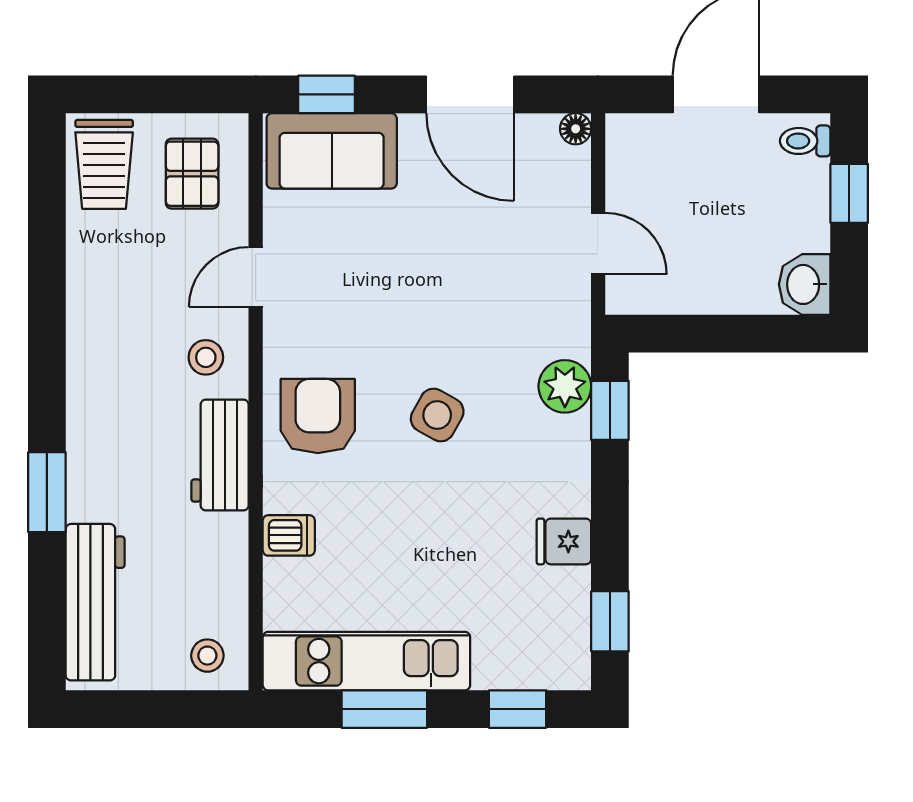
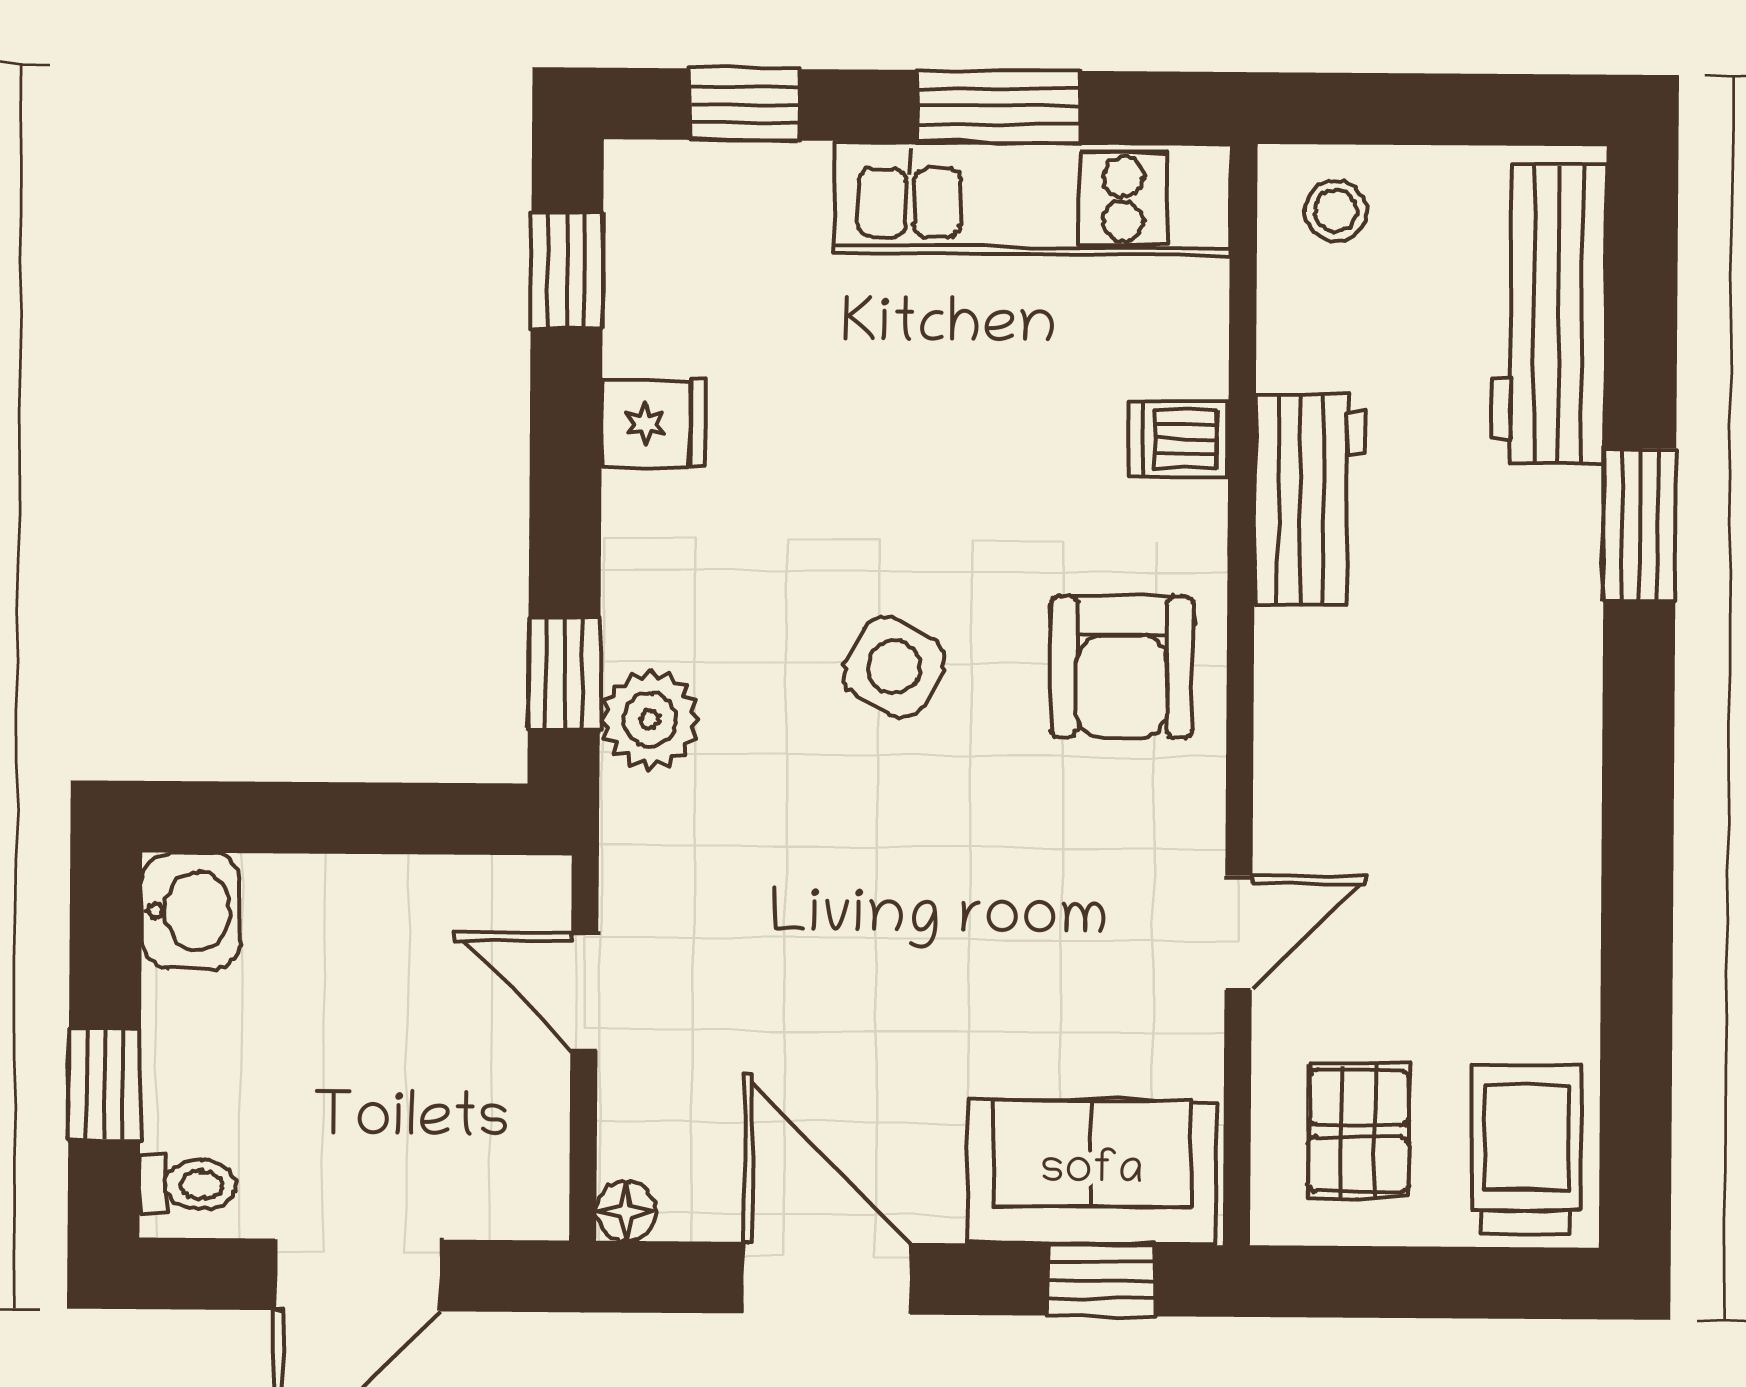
stool: (206, 357) -> (1335, 780), removed
workbench: (220, 455) -> (1310, 500), moved

